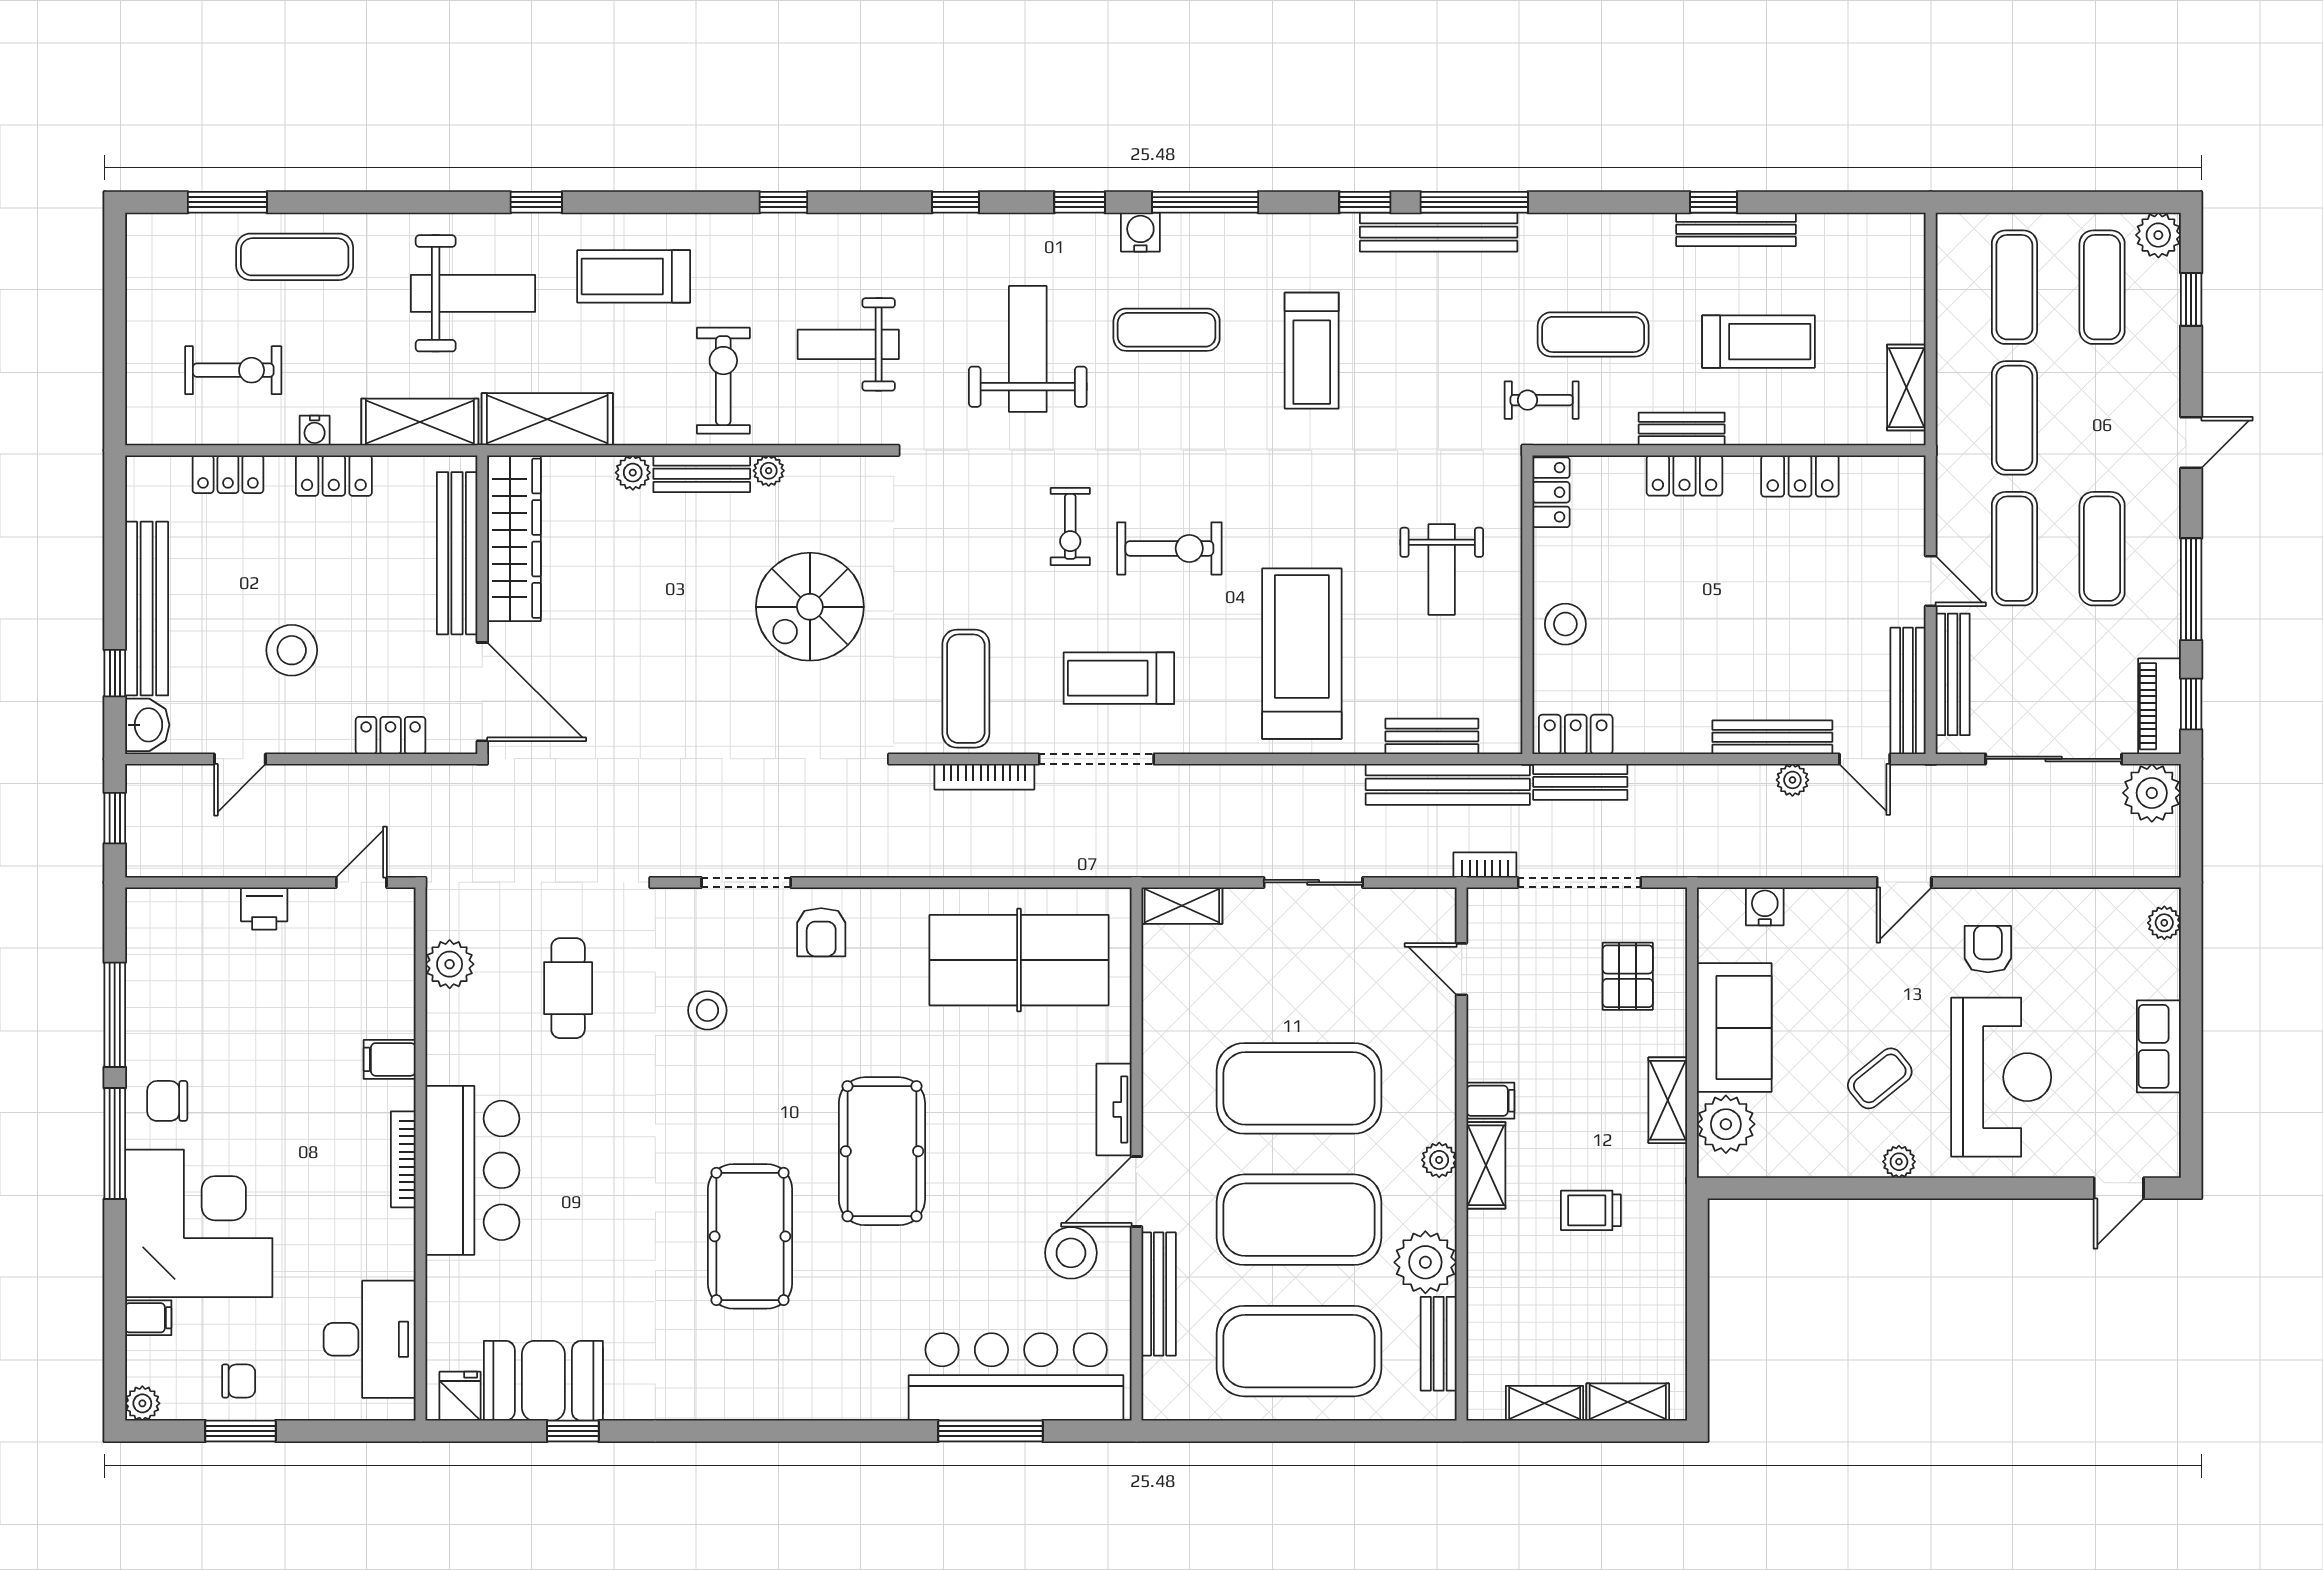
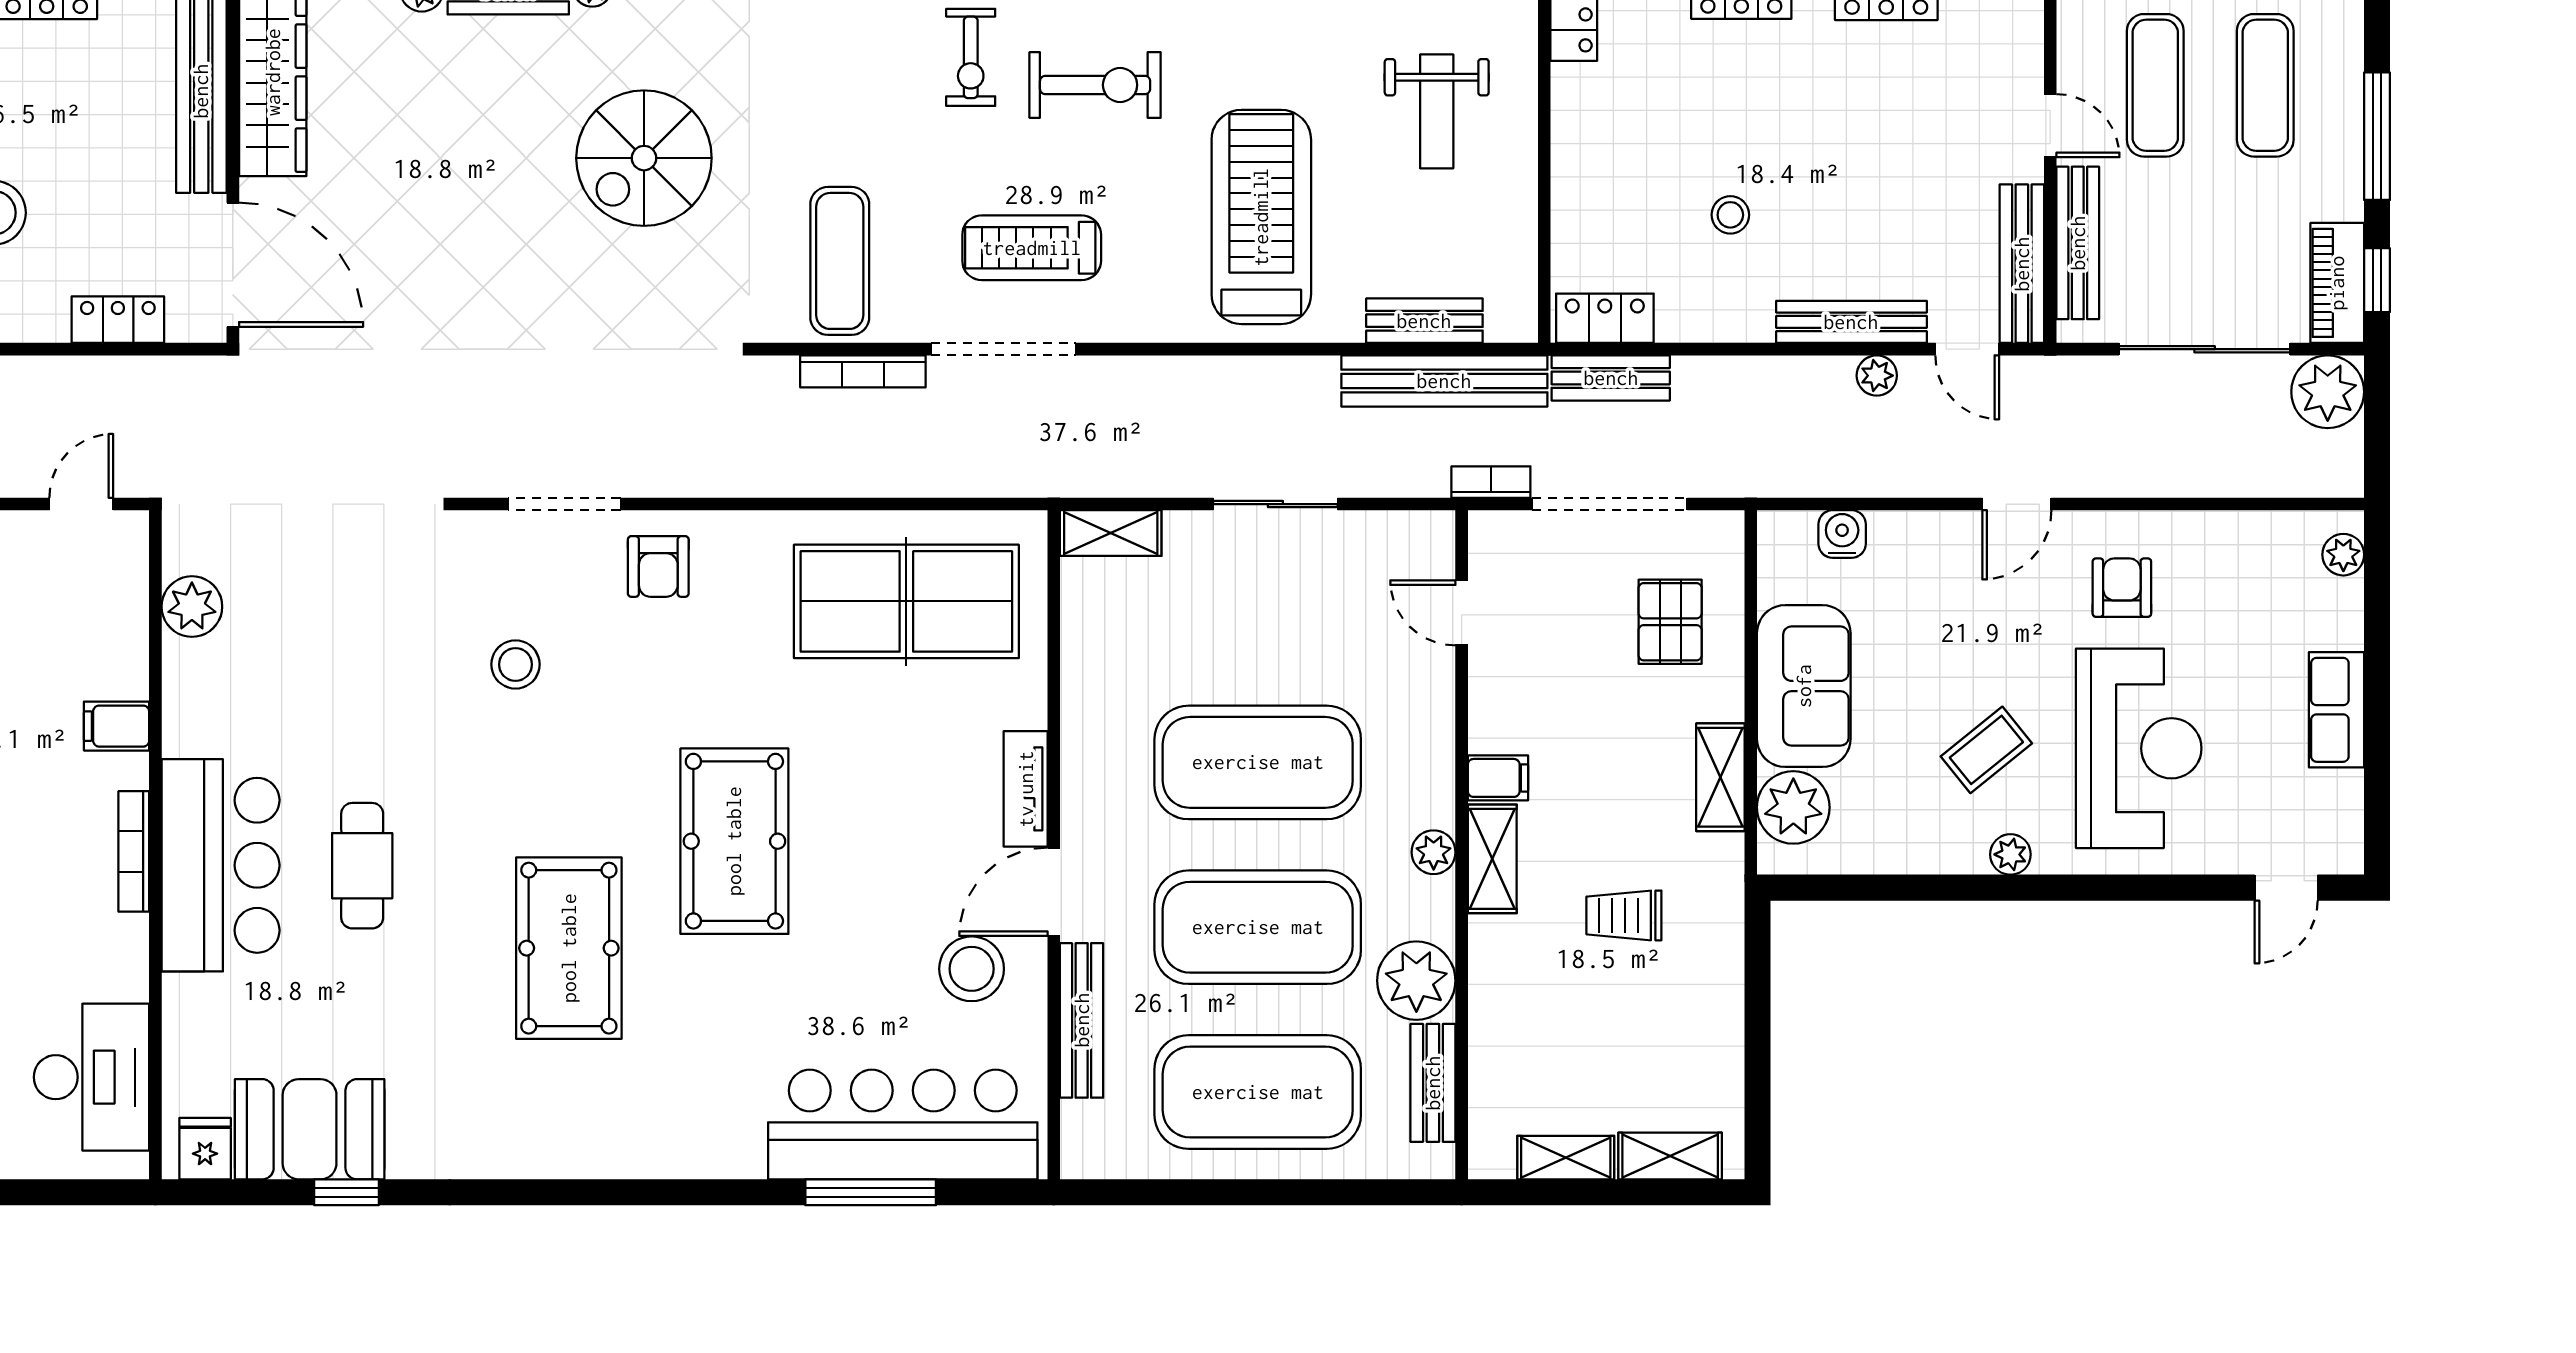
stool: (1565, 624) -> (1730, 215), moved, width x0.73, depth x0.73
cafe table: (568, 988) -> (362, 866), moved

